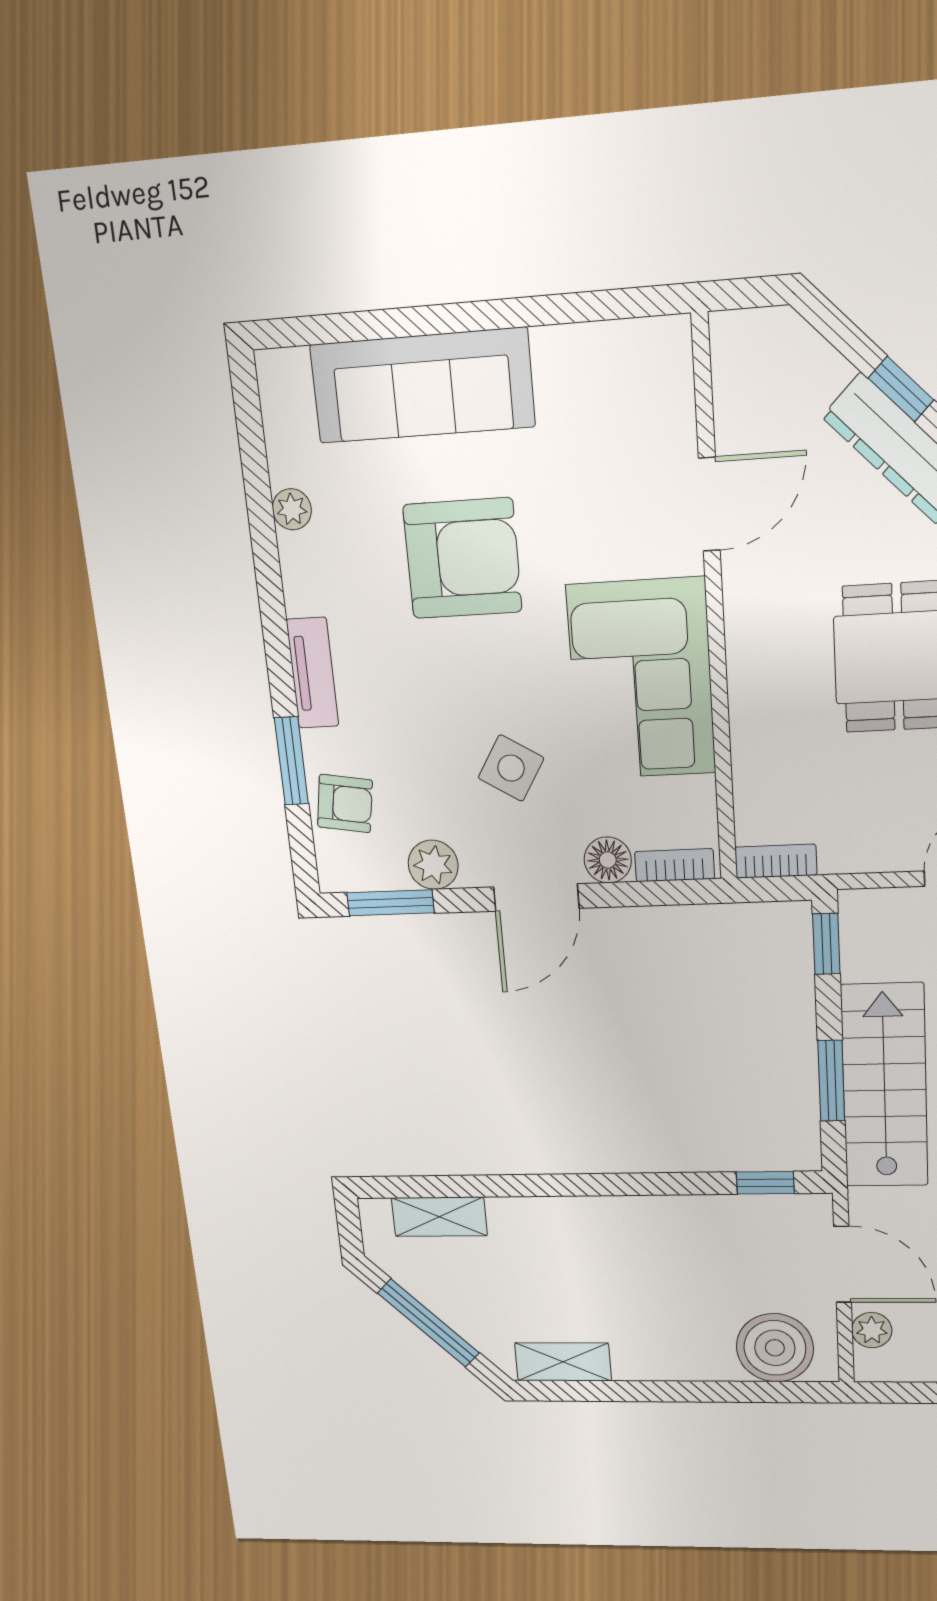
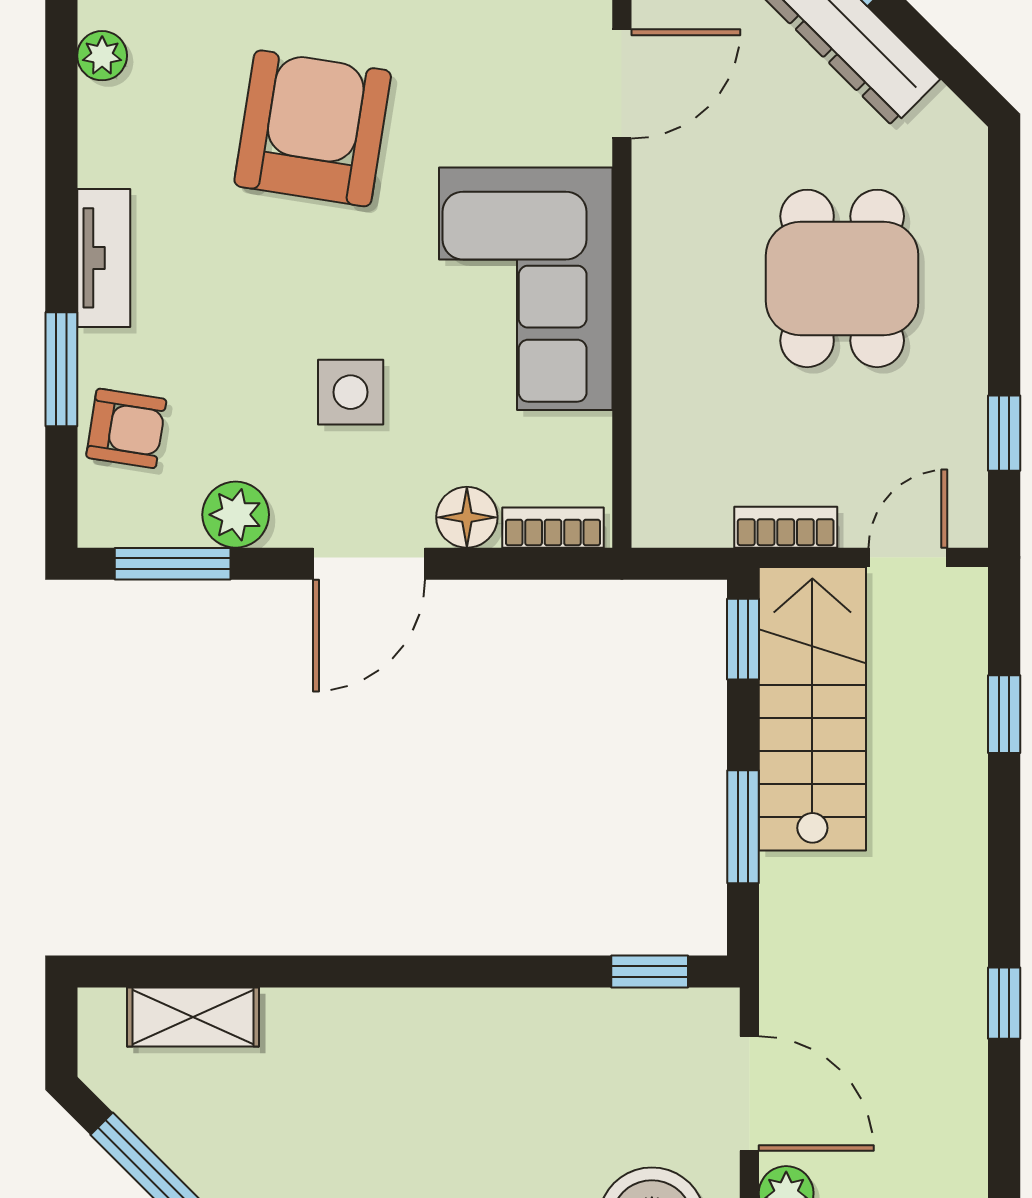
armchair: (463, 558) -> (313, 128), turned -81
side table: (511, 768) -> (351, 392), turned -31
bookcase: (776, 861) -> (786, 527), moved
stairs: (885, 1086) -> (812, 709), moved

